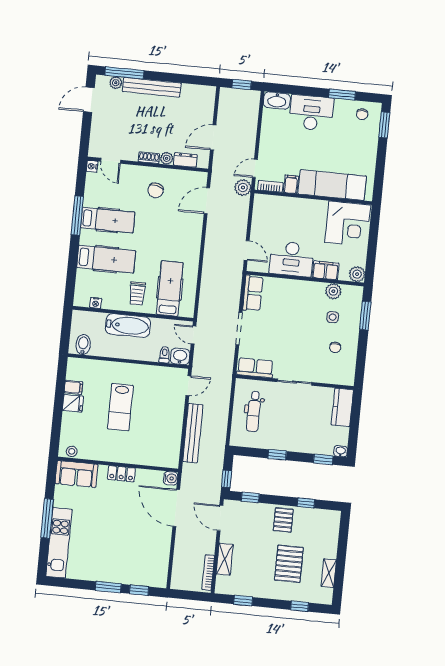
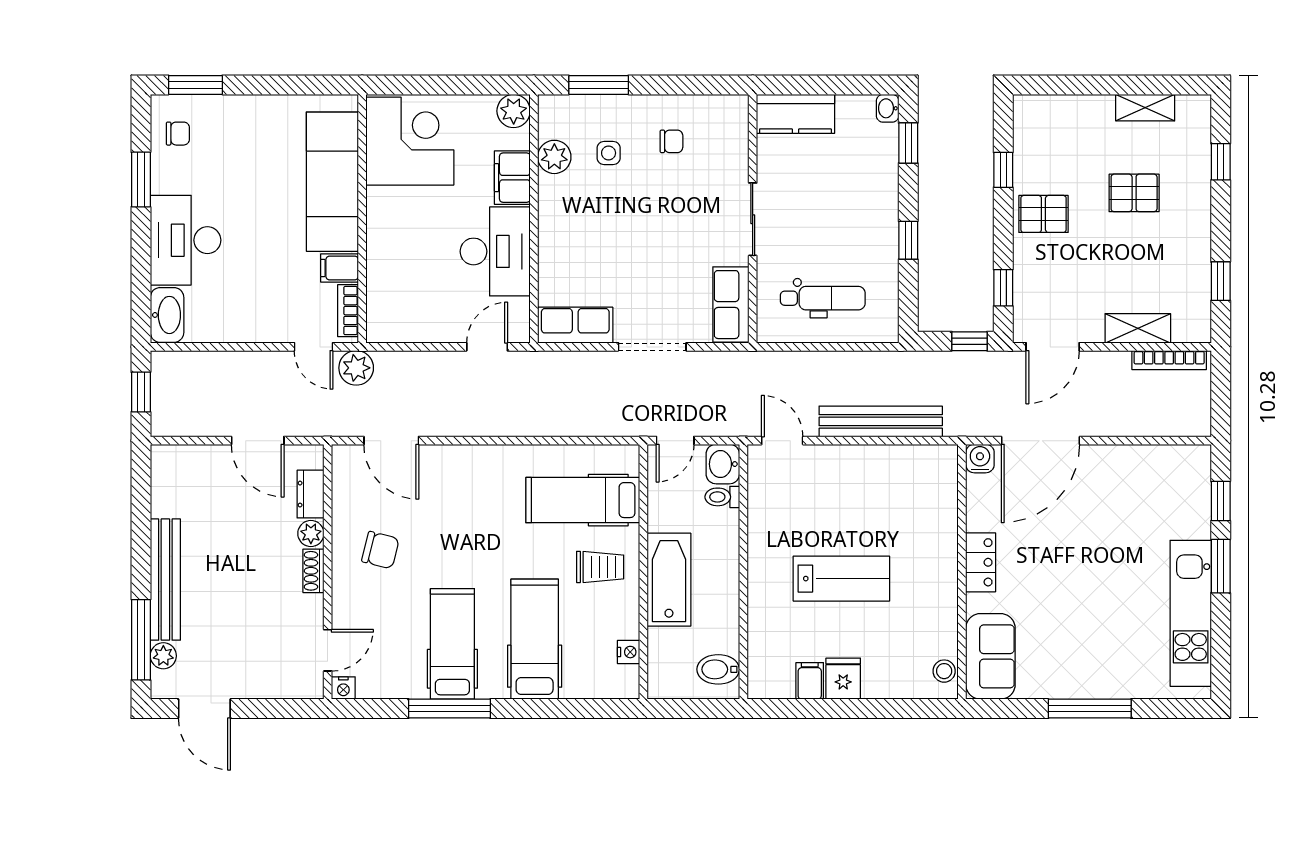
kitchen unit: (59, 543) -> (1191, 613), moved, turned -90
pallet: (289, 564) -> (1134, 193), width x0.67, depth x0.71

